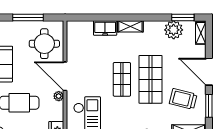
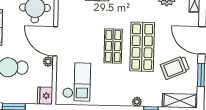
trolley: (183, 99) -> (175, 68), turned -37

